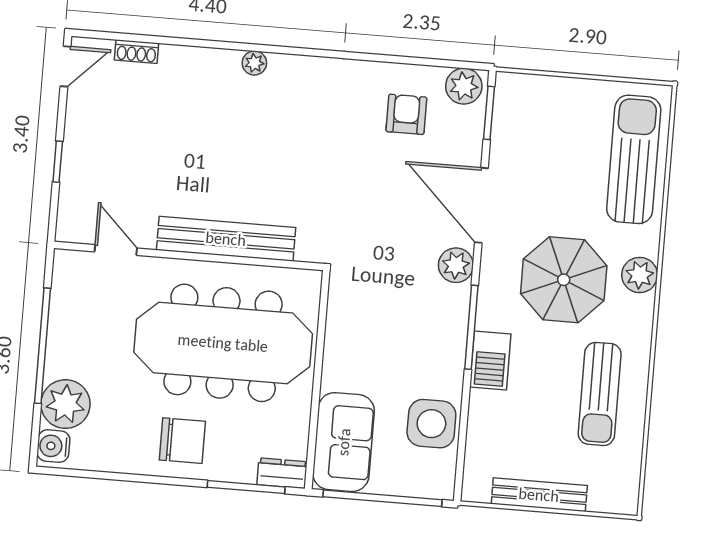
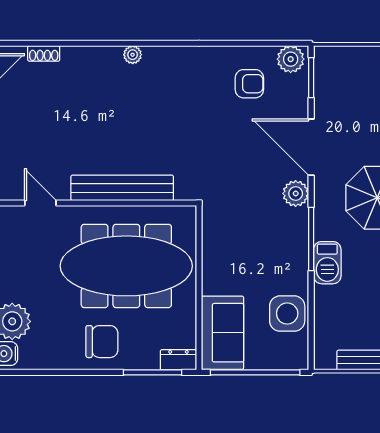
armchair: (406, 114) -> (249, 84), turned 90

